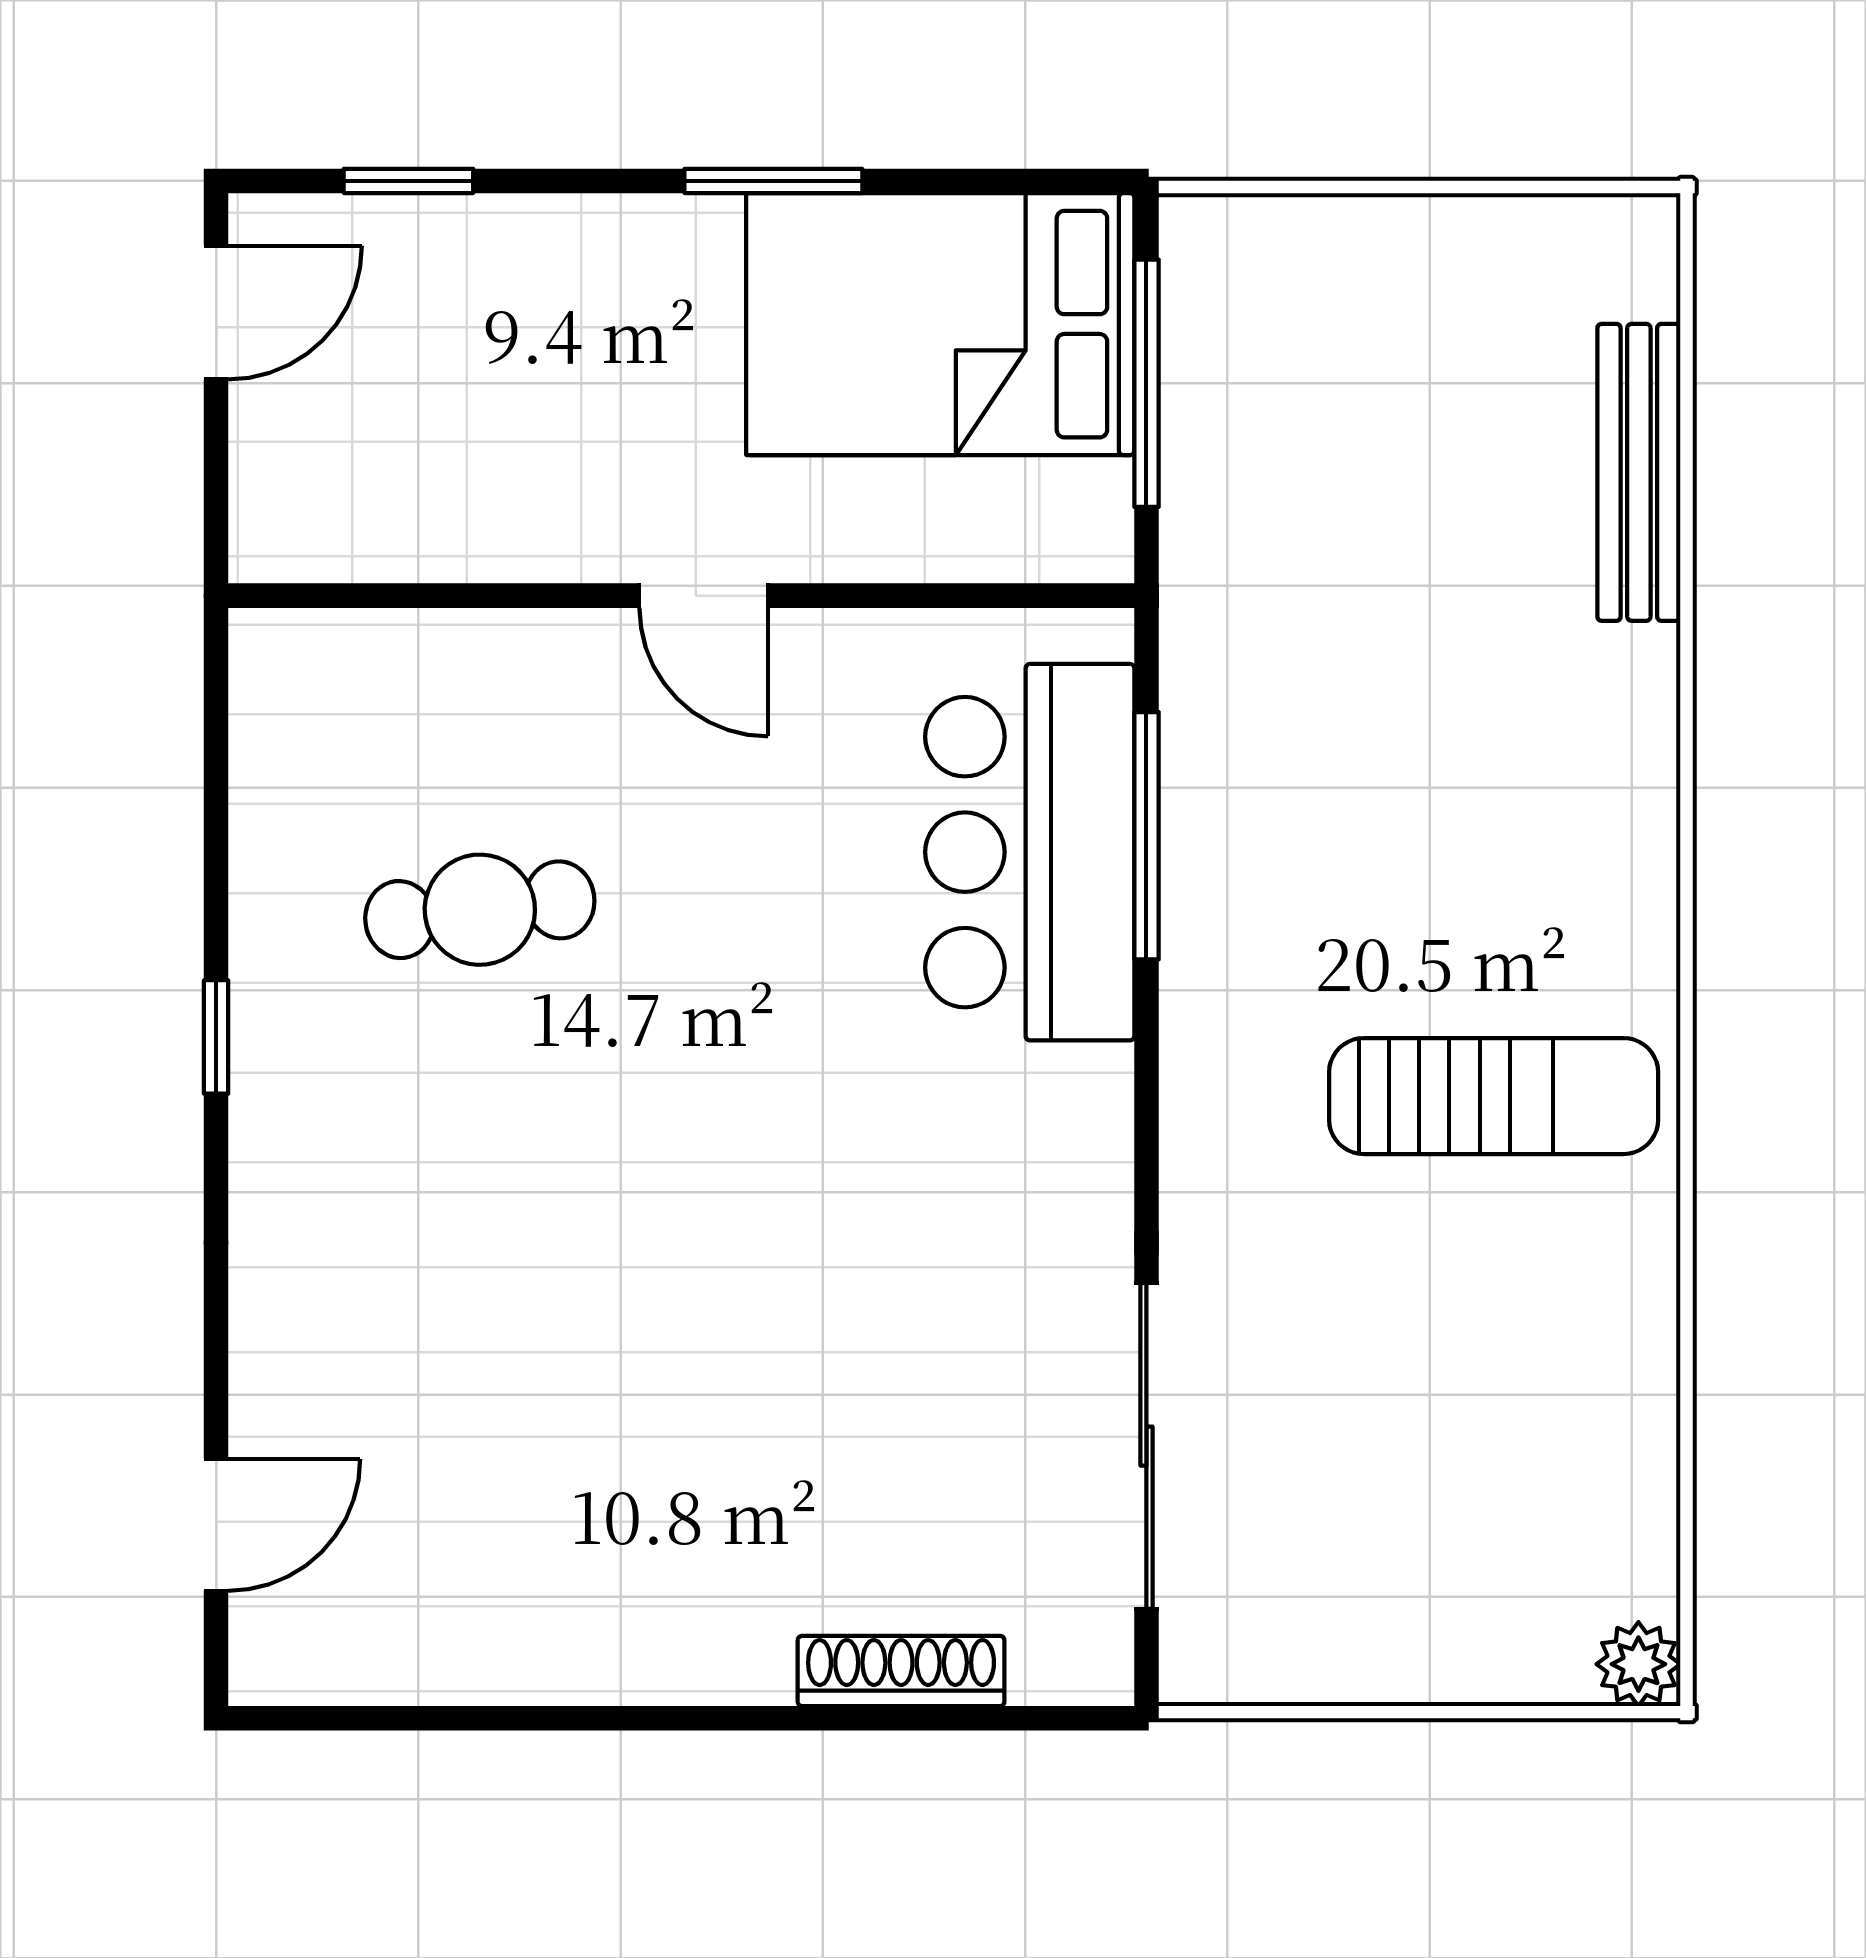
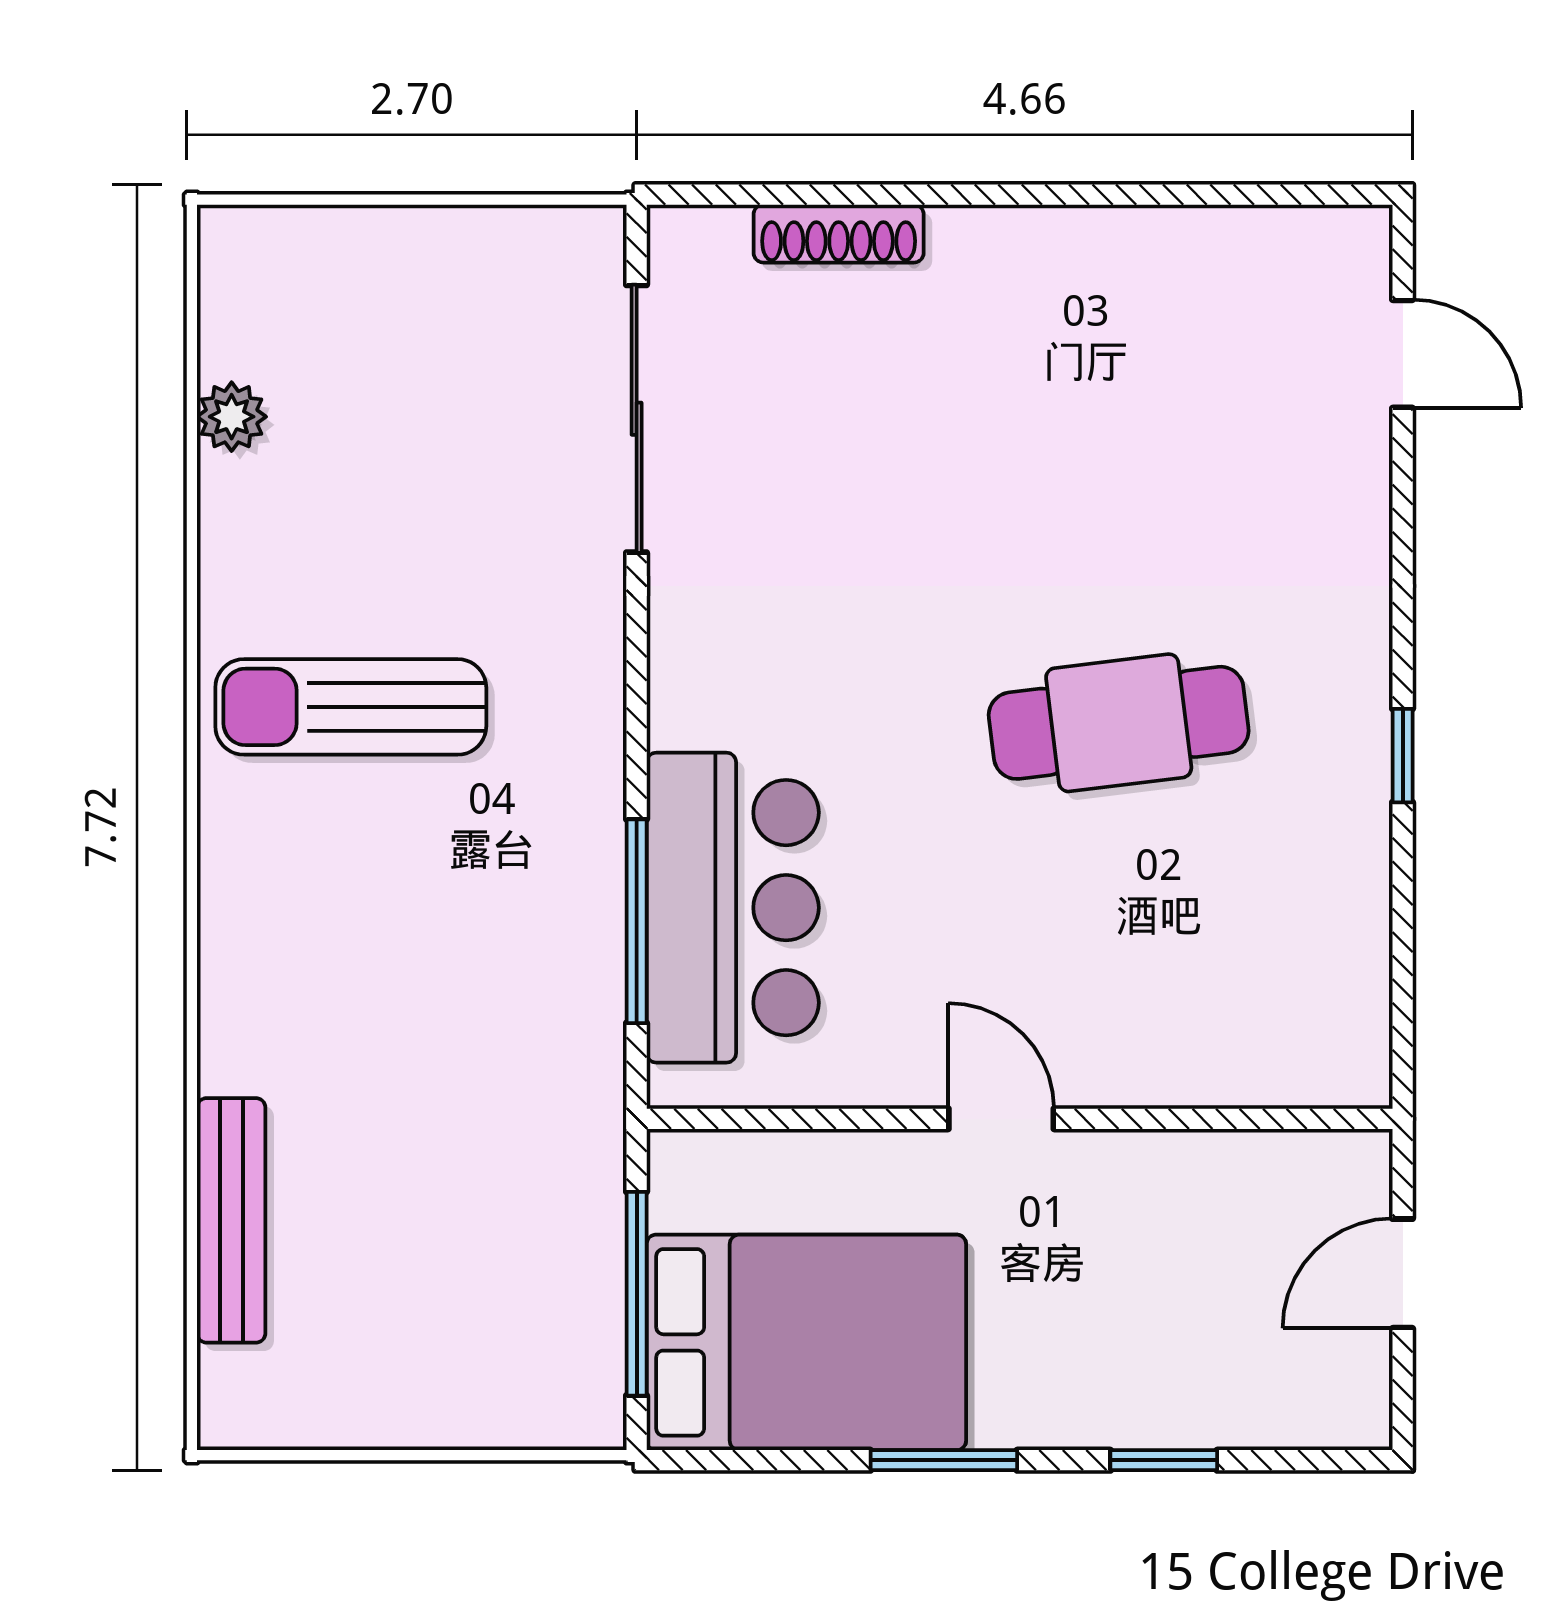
window: (408, 181) -> (1164, 1460), moved
door: (216, 313) -> (1403, 1273), moved
cafe table: (480, 910) -> (1119, 723), moved, width x1.37, depth x1.35
door: (216, 1525) -> (1403, 354), swing flipped
plant: (1638, 1664) -> (232, 417), moved

